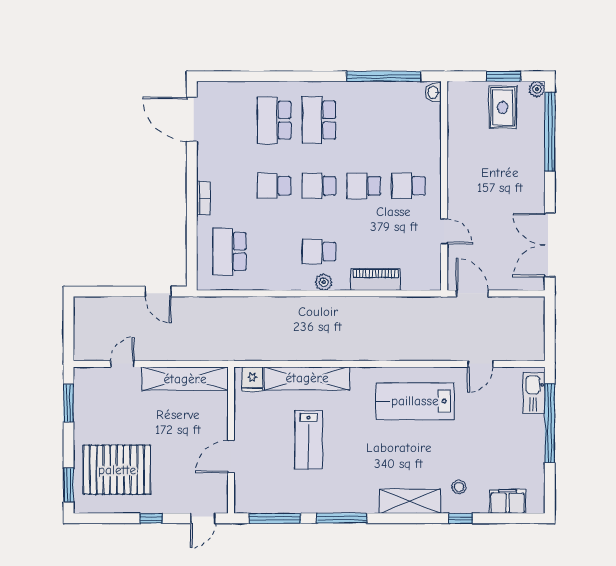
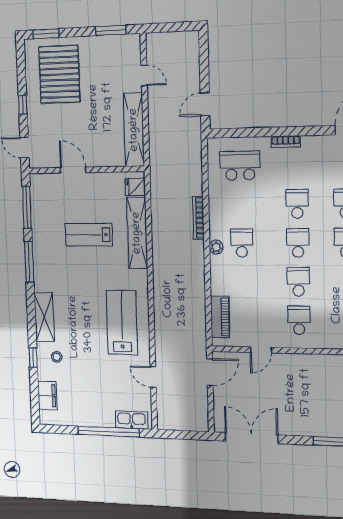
piano: (376, 279) -> (220, 317), moved
bookcase: (289, 303) -> (198, 218), added

